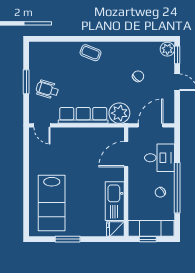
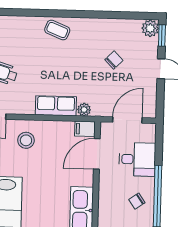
plant: (119, 113) -> (84, 110), width x0.53, depth x0.53
row of seats: (83, 115) -> (56, 106), width x0.68
filing cabinet: (116, 134) -> (85, 129), added
stool: (67, 145) -> (26, 140), added

